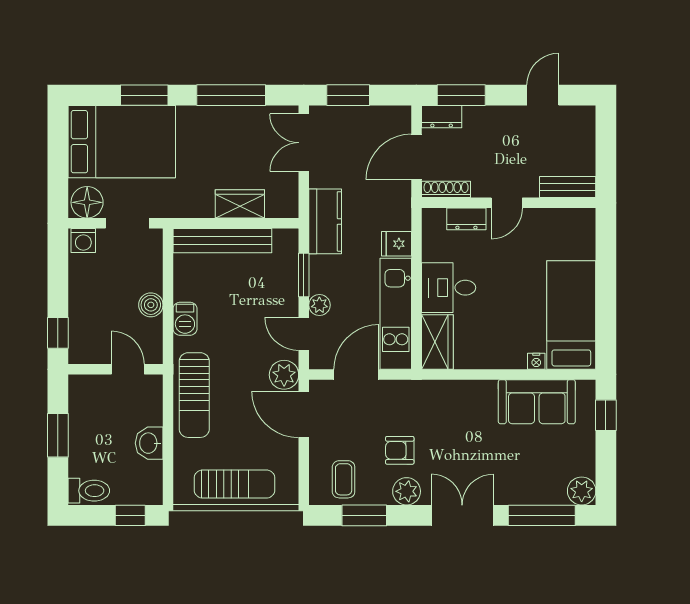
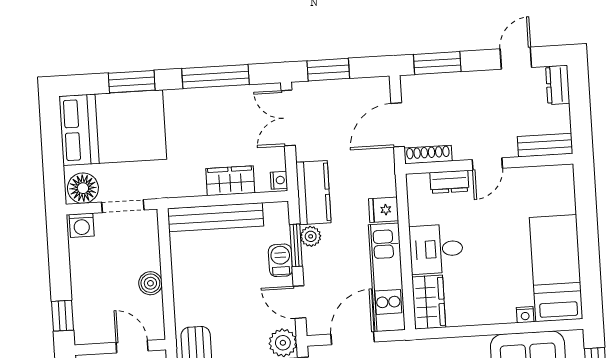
dresser: (442, 117) -> (558, 85), moved, turned 90
nightstand: (290, 206) -> (279, 180), added
plant: (319, 305) -> (311, 236), moved
barbecue: (185, 319) -> (280, 260), moved, turned 180

